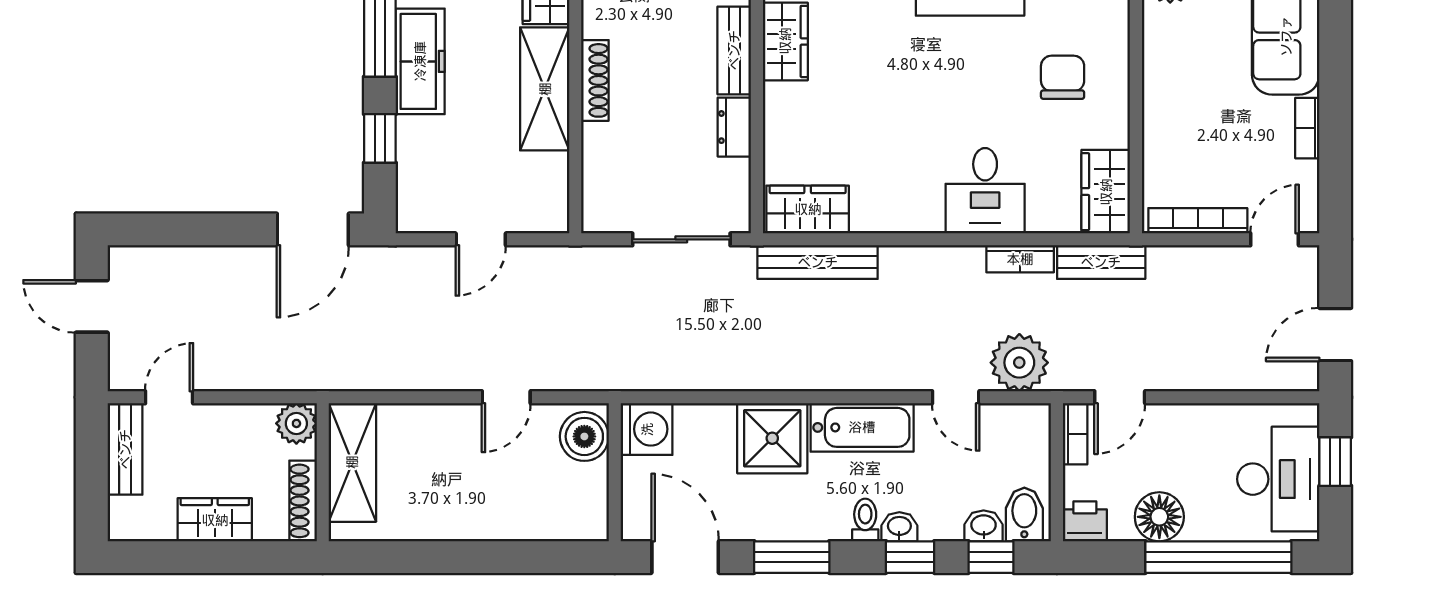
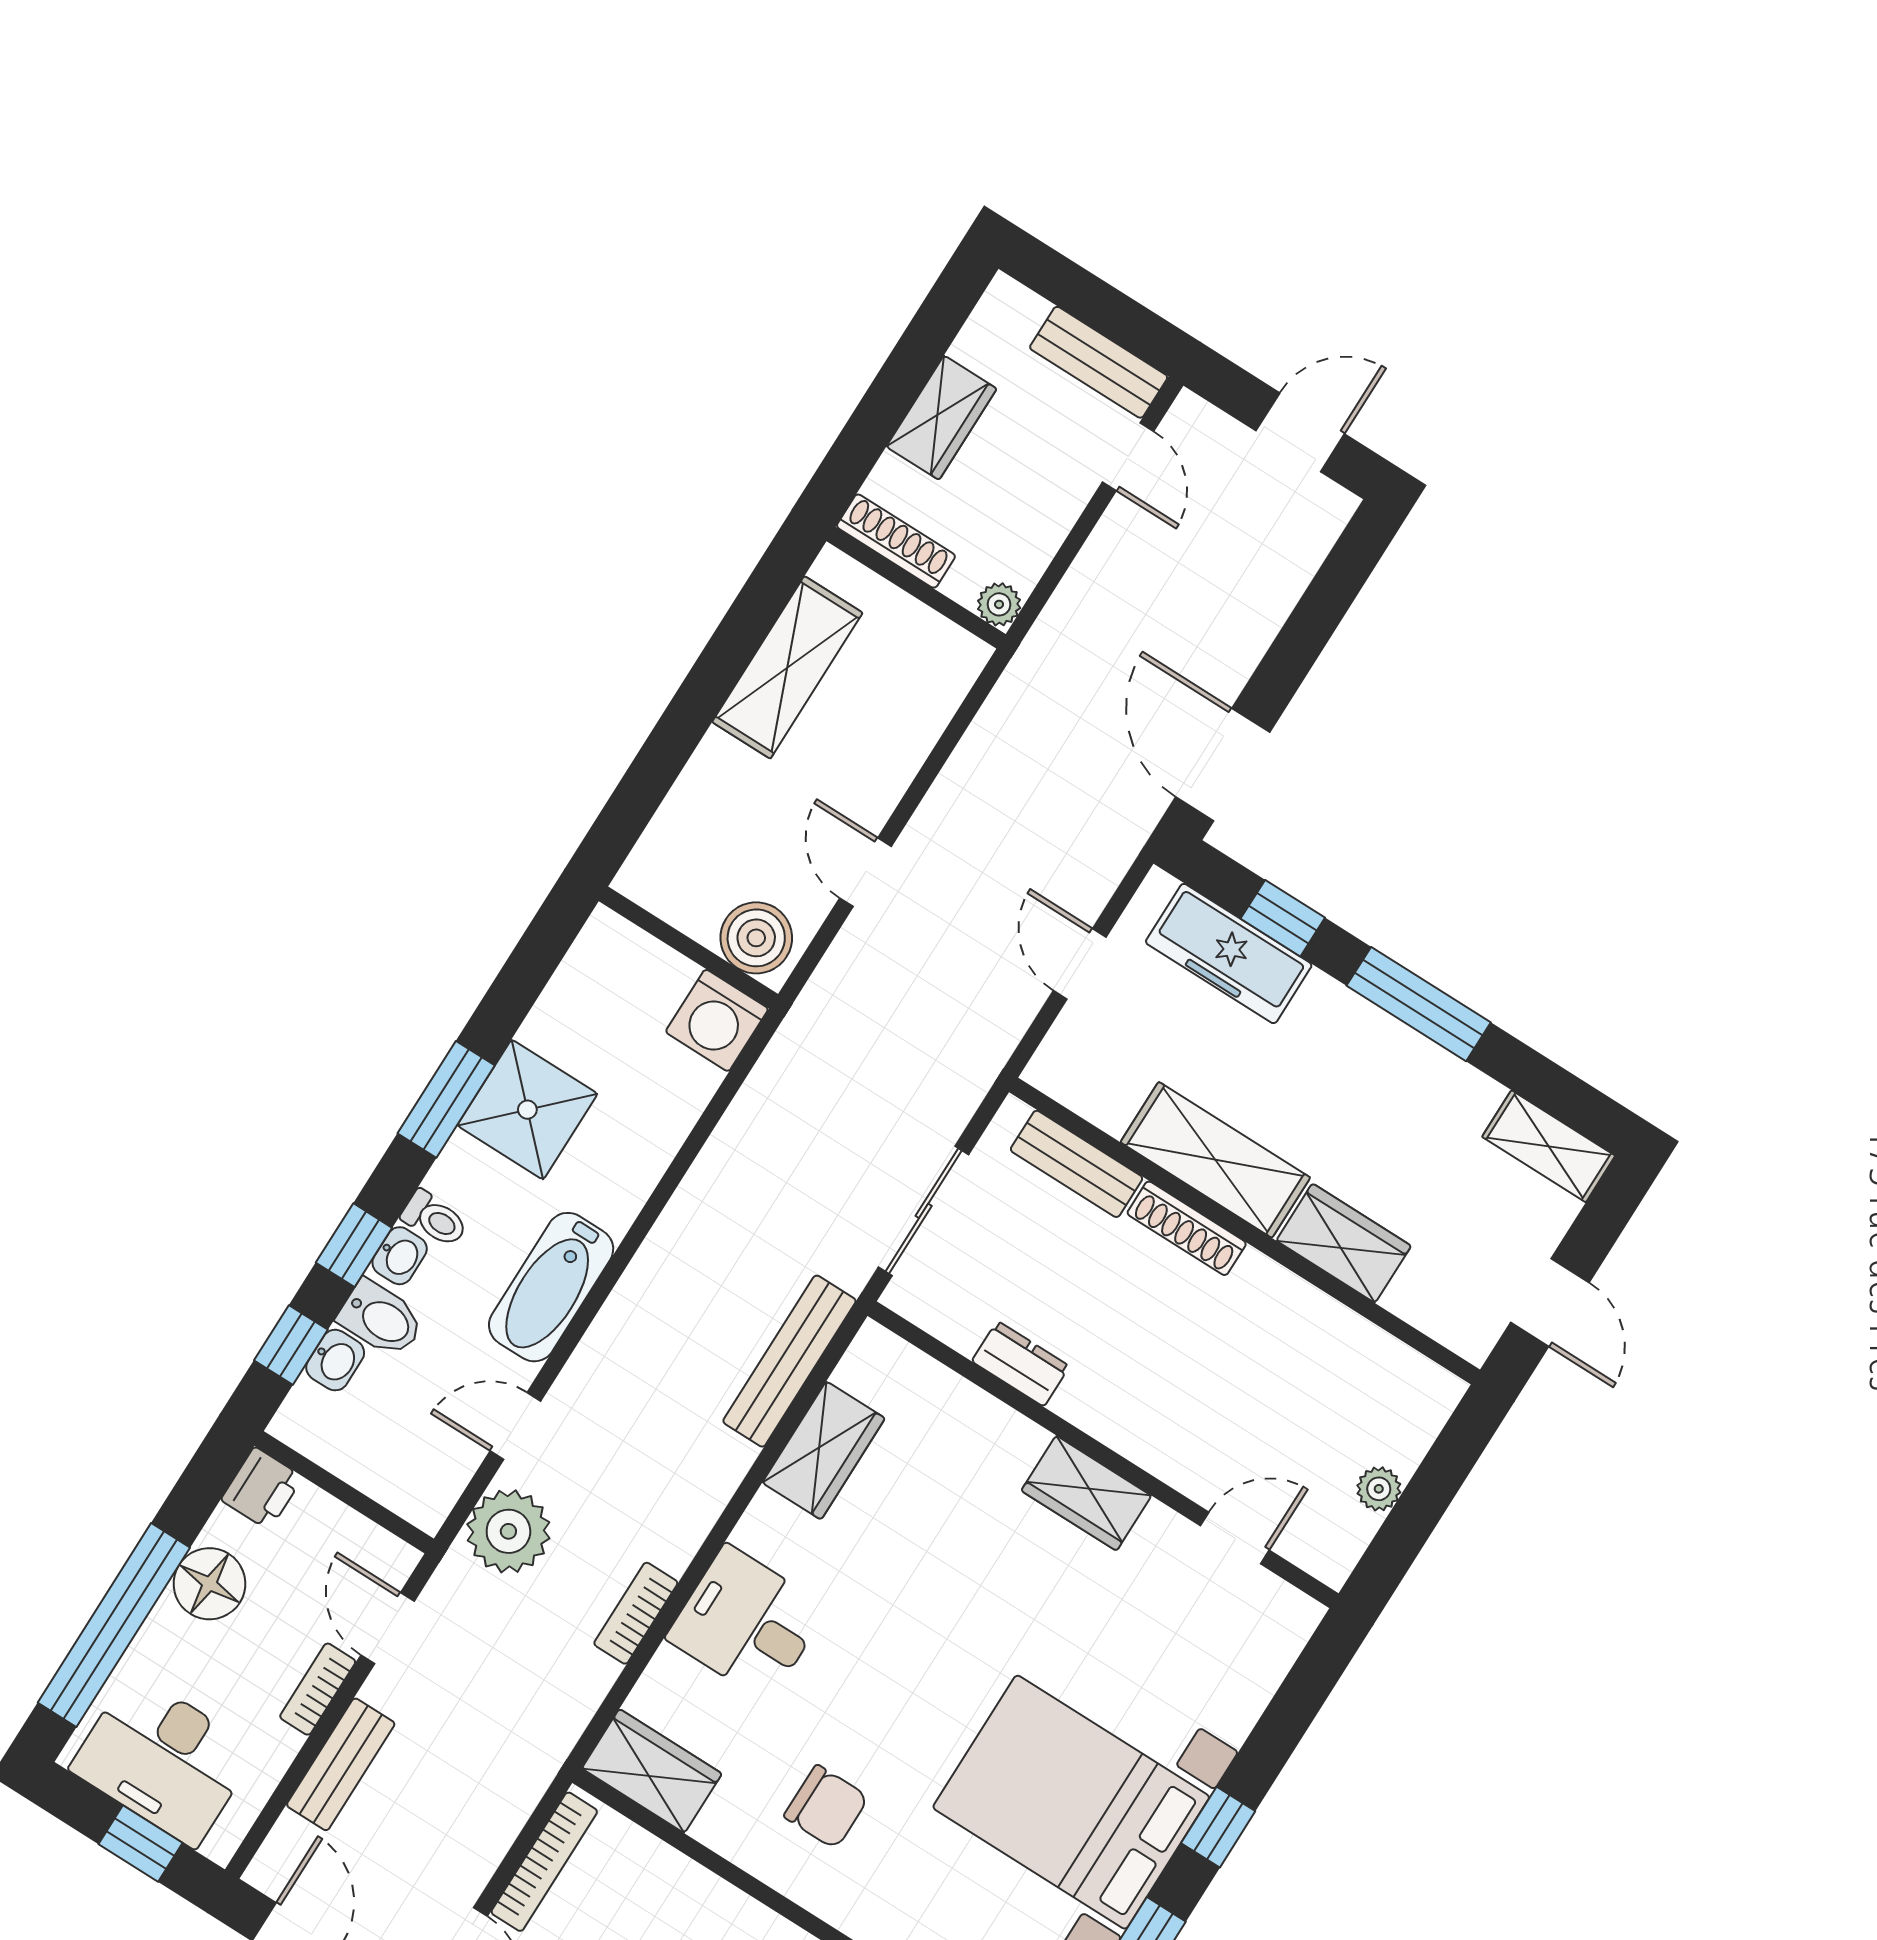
bench: (734, 50) -> (1077, 1164), moved
freezer: (420, 61) -> (1229, 954), moved
wardrobe: (808, 209) -> (824, 1450), moved
bench: (1101, 262) -> (341, 1764), moved
plant: (296, 423) -> (999, 604), width x0.73, depth x0.73
bookcase: (1075, 434) -> (318, 1689), moved, turned 90
shower: (772, 438) -> (527, 1110), moved
shelving: (352, 462) -> (787, 667), moved, turned 90
bidet: (1024, 514) -> (381, 1319), moved
door: (685, 557) -> (529, 968), removed

